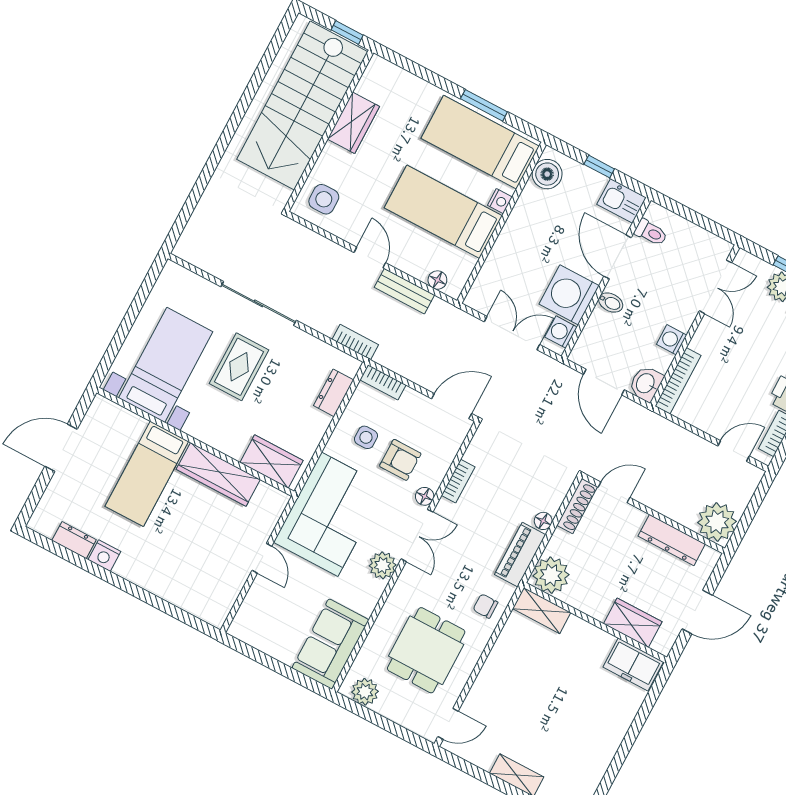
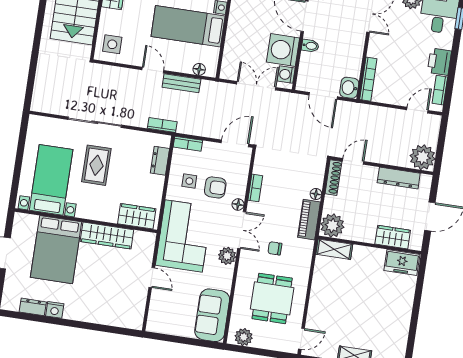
washing machine: (672, 340) -> (355, 55), removed
bed: (147, 474) -> (56, 250), width x1.50
chair: (485, 606) -> (275, 248), moved

